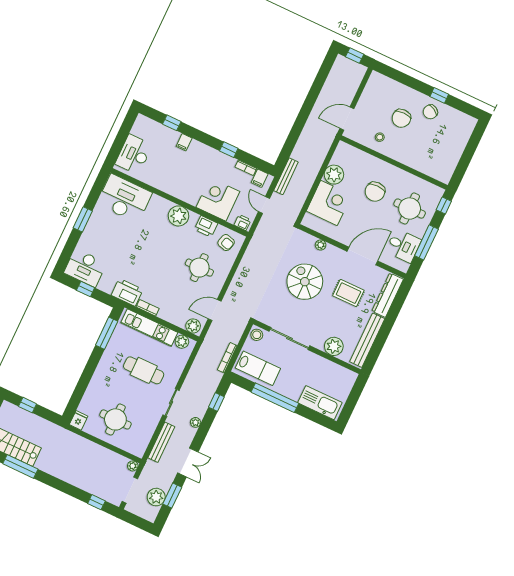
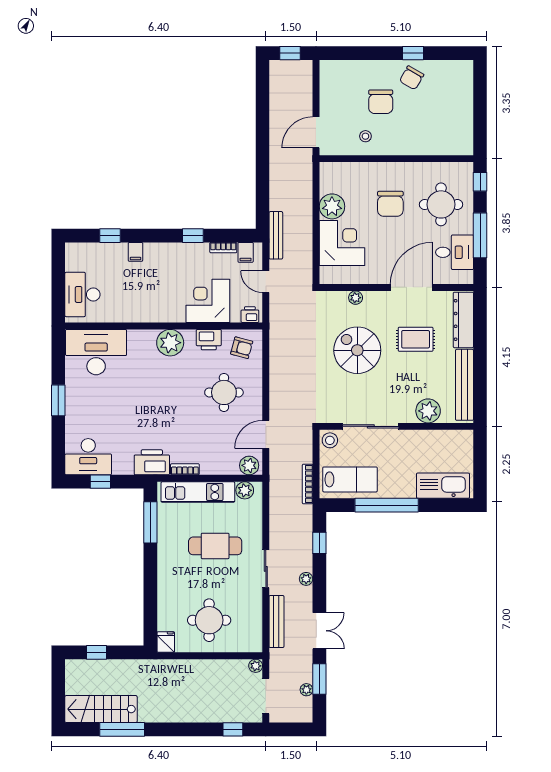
plant: (156, 497) -> (306, 690), width x0.53, depth x0.53

